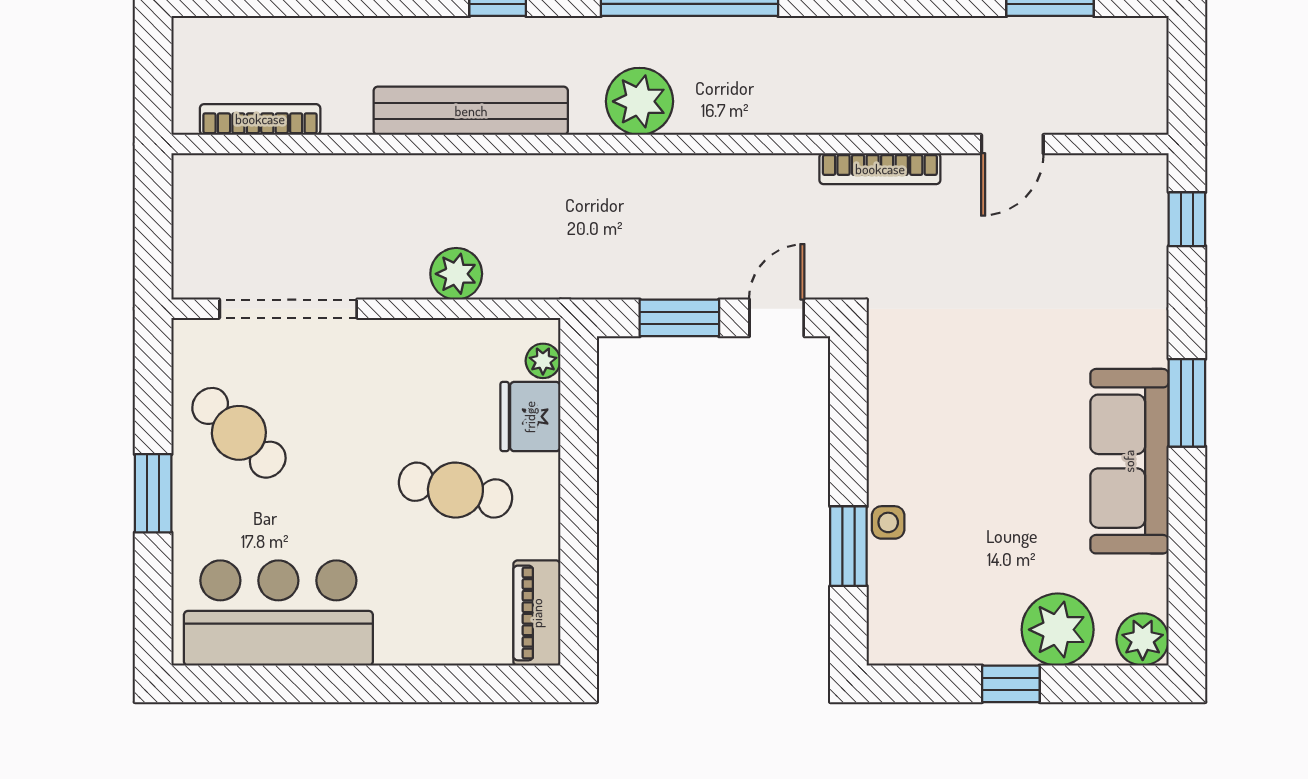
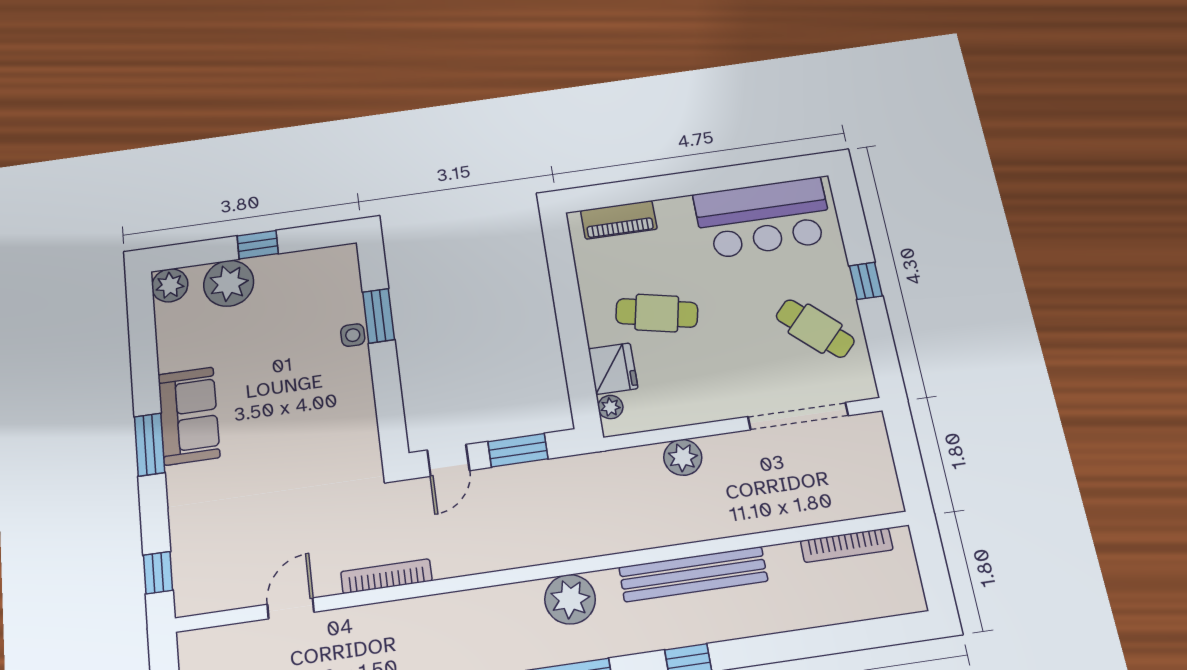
sofa: (1129, 461) -> (189, 416), width x0.73
window: (153, 493) -> (866, 281), width x0.67
piano: (537, 613) -> (619, 220), moved, turned 90

